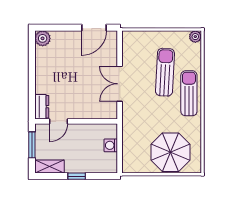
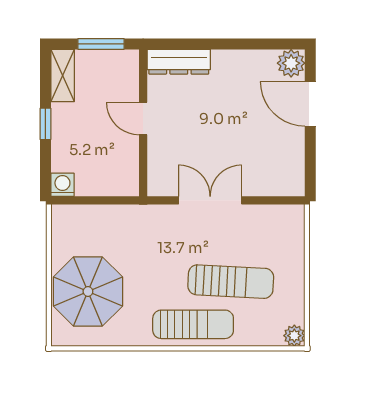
door: (94, 28) -> (310, 104), moved
dresser: (42, 107) -> (179, 62), width x1.44
door: (58, 121) -> (143, 119), moved
washing machine: (111, 145) -> (62, 185), moved

